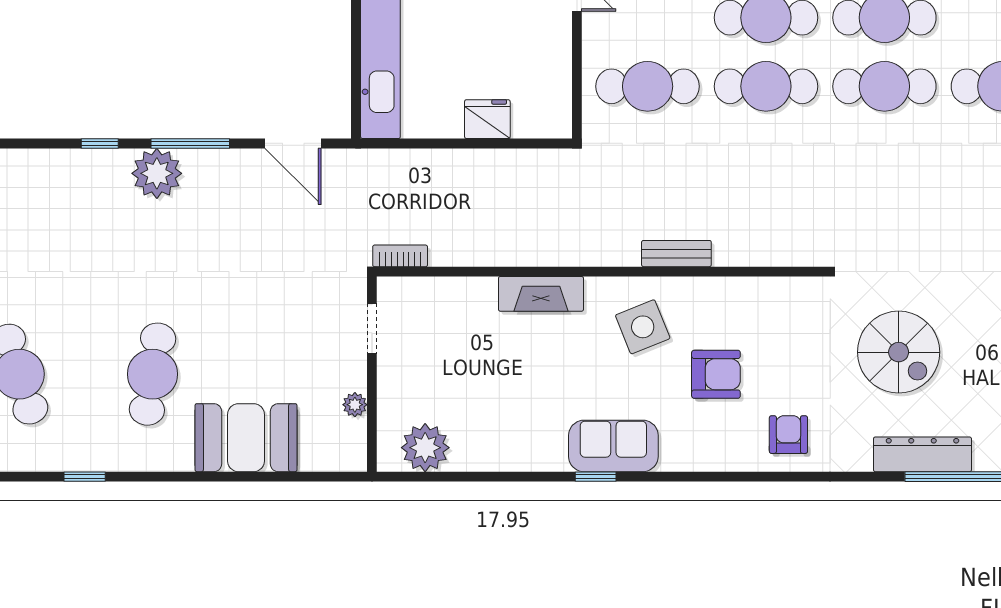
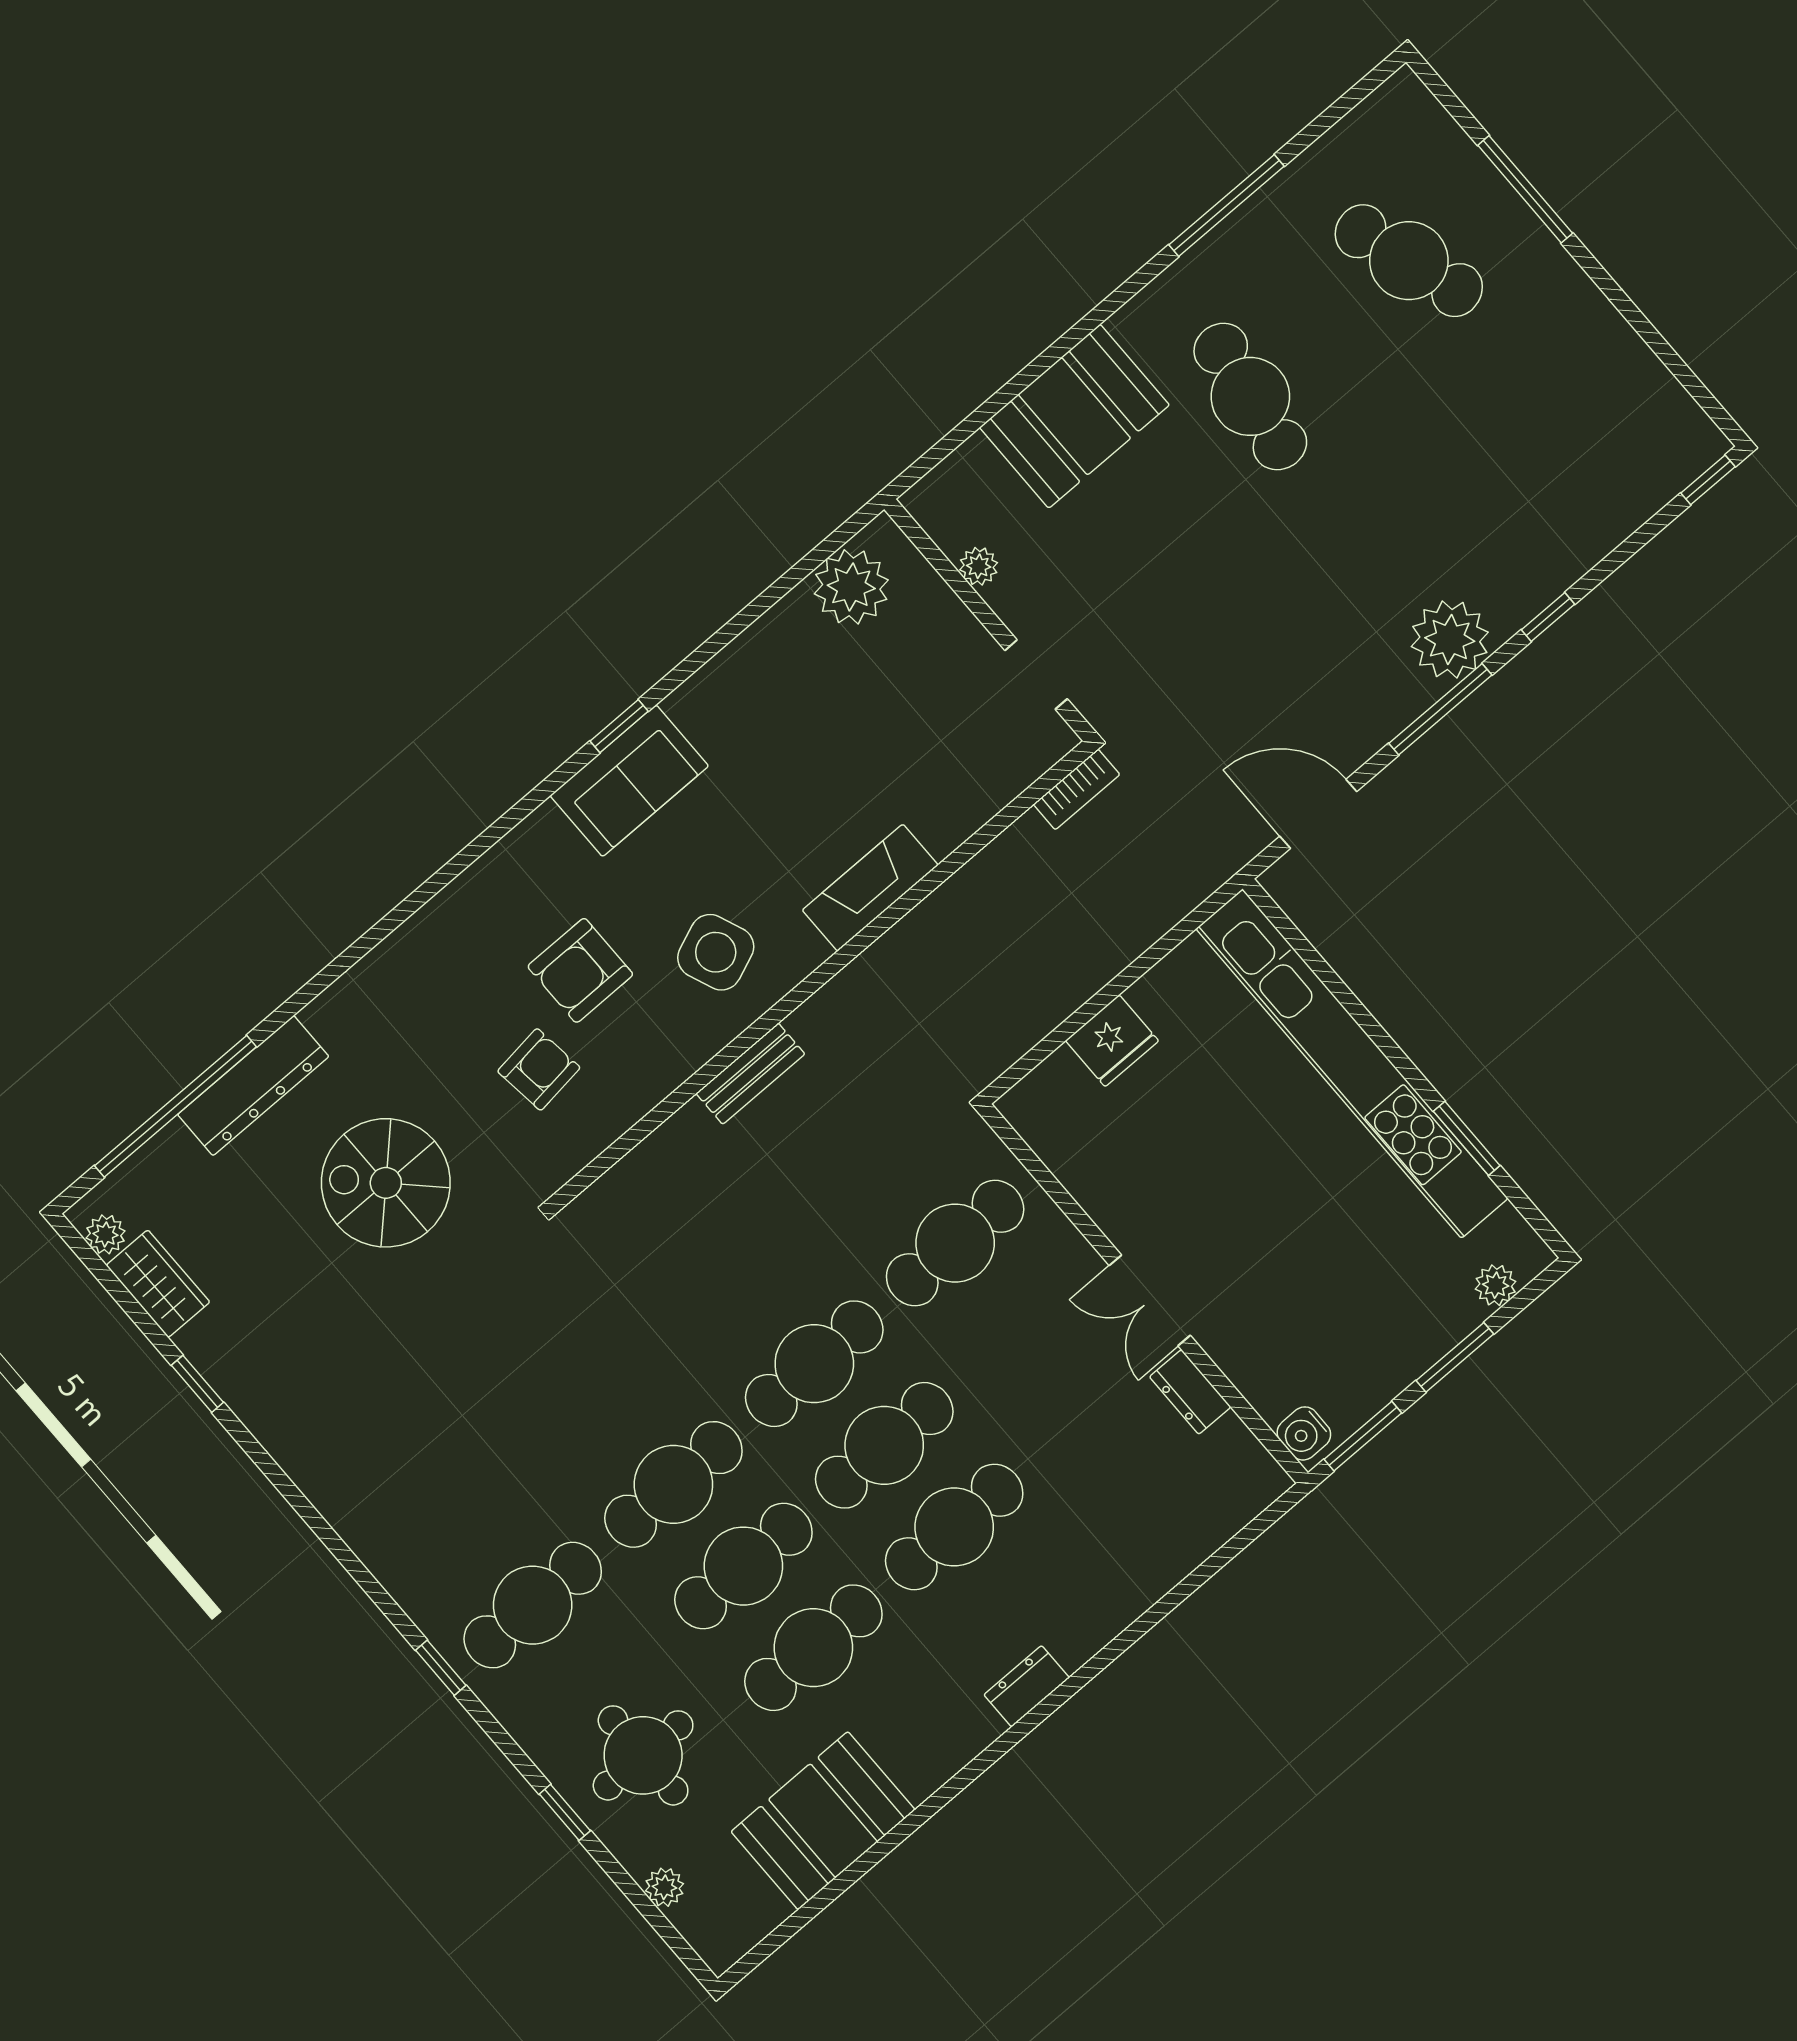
armchair: (788, 435) -> (539, 1069), moved, turned -97
window: (85, 477) -> (1227, 205), width x2.17

